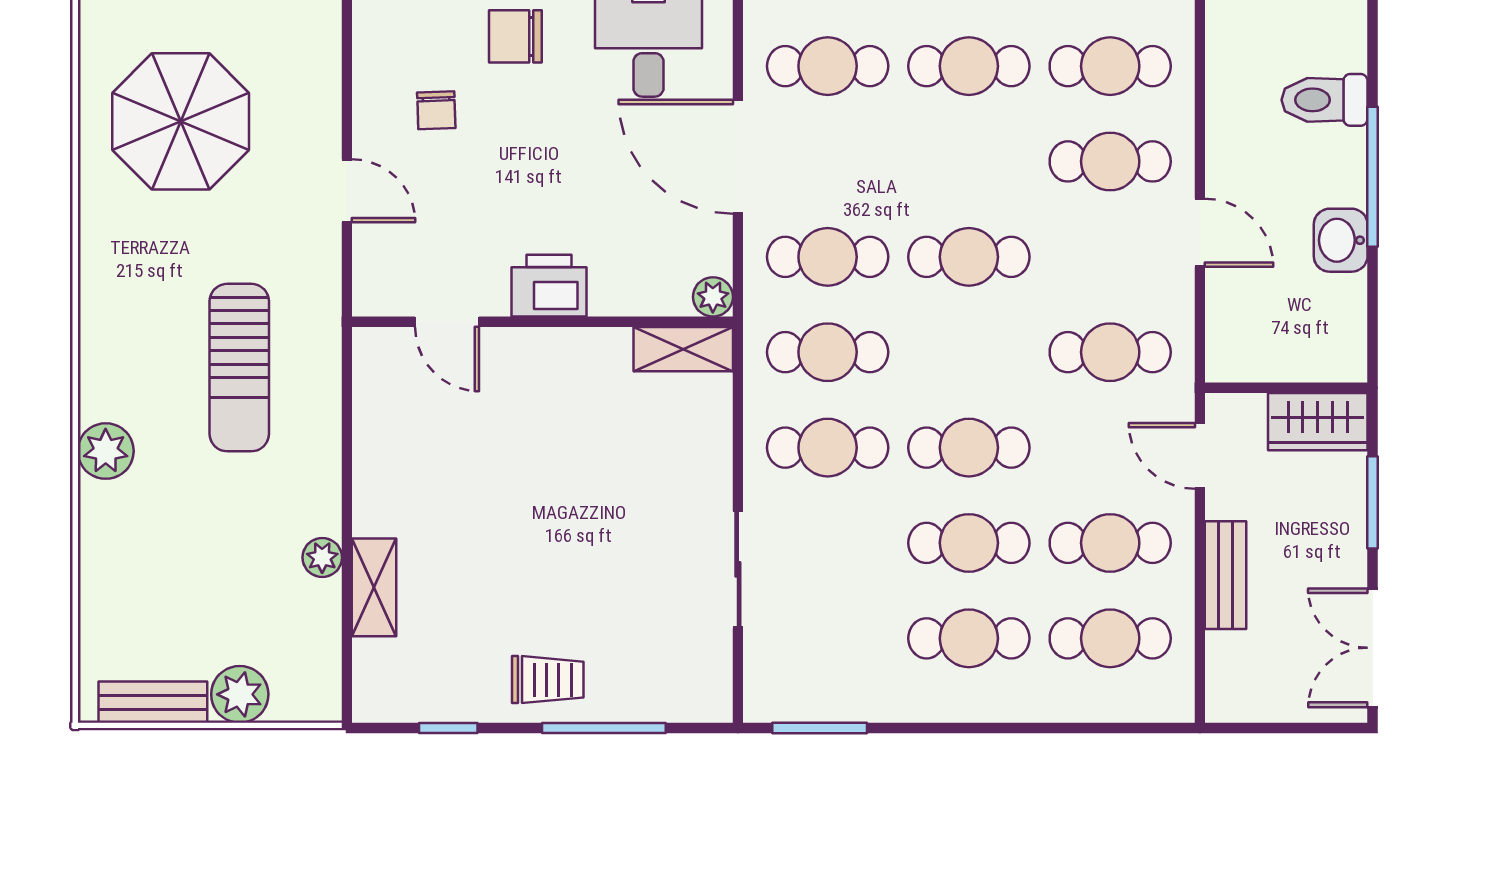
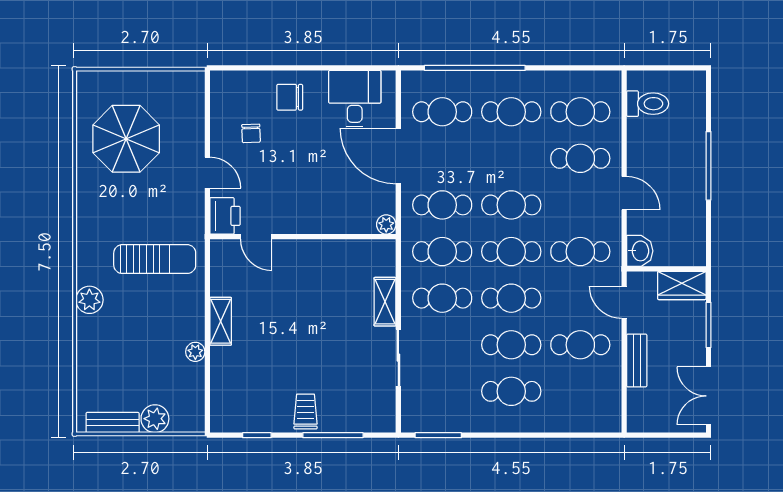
toilet: (1325, 100) -> (648, 104), moved, turned 180
washbasin: (1341, 240) -> (640, 251), moved, turned 180
printer: (549, 286) -> (225, 216), moved, turned 90
shelving: (683, 349) -> (385, 302), moved, turned 90
sun lounger: (239, 368) -> (155, 259), turned -90
shelving: (374, 587) -> (221, 321), moved
cafe table: (1110, 638) -> (511, 252), moved
trolley: (548, 680) -> (306, 411), turned -90

